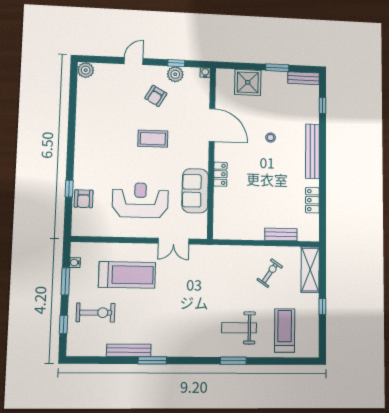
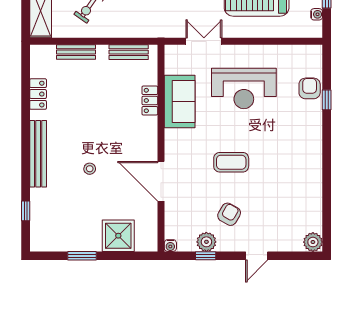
bench: (304, 78) -> (129, 52), moved
locker: (220, 174) -> (150, 101), moved

